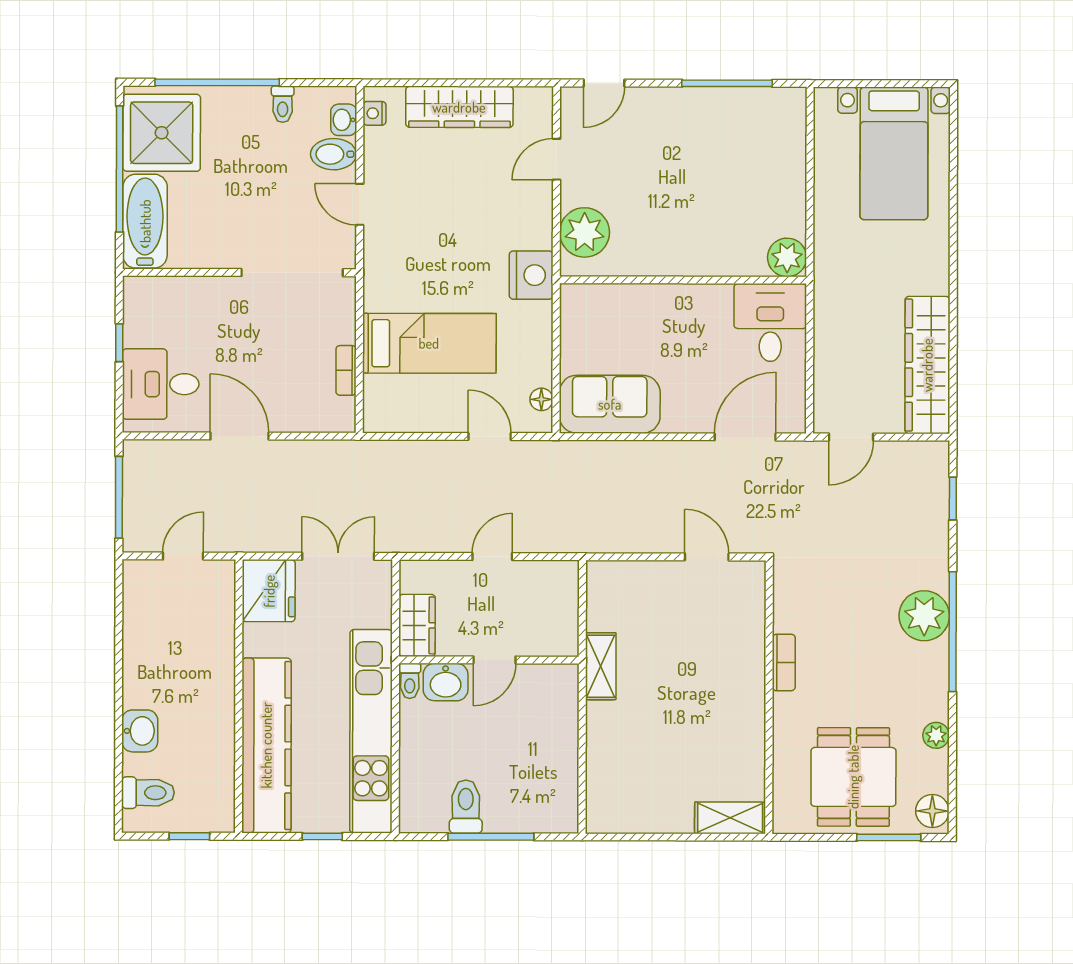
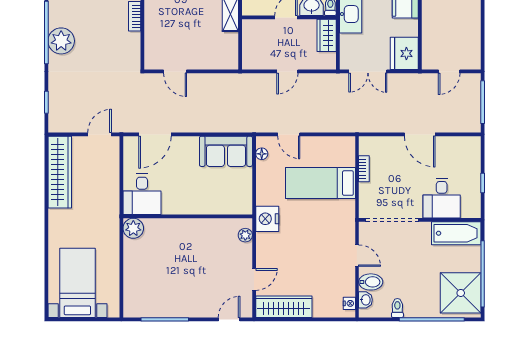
wardrobe: (459, 107) -> (284, 307), moved
bathtub: (145, 221) -> (456, 233), moved, turned -90
plant: (585, 232) -> (245, 235), width x0.53, depth x0.53
desk: (161, 384) -> (442, 198), moved, turned 90

